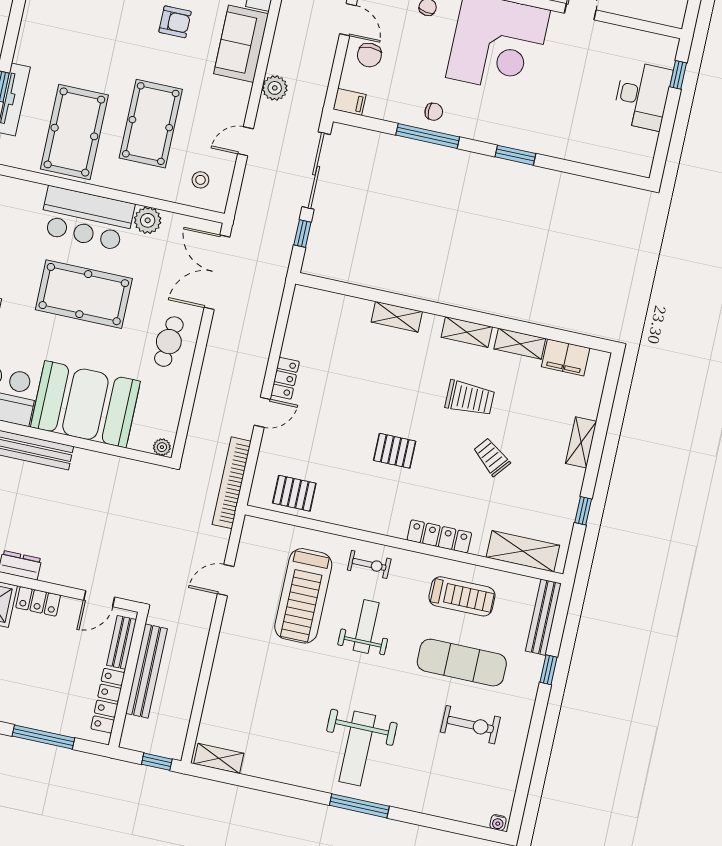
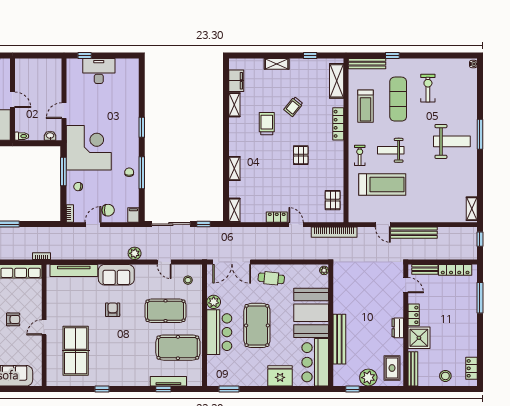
shelving: (467, 332) -> (234, 210), moved
treadmill: (462, 596) -> (366, 106), turned 180
bench: (146, 671) -> (414, 233), moved

